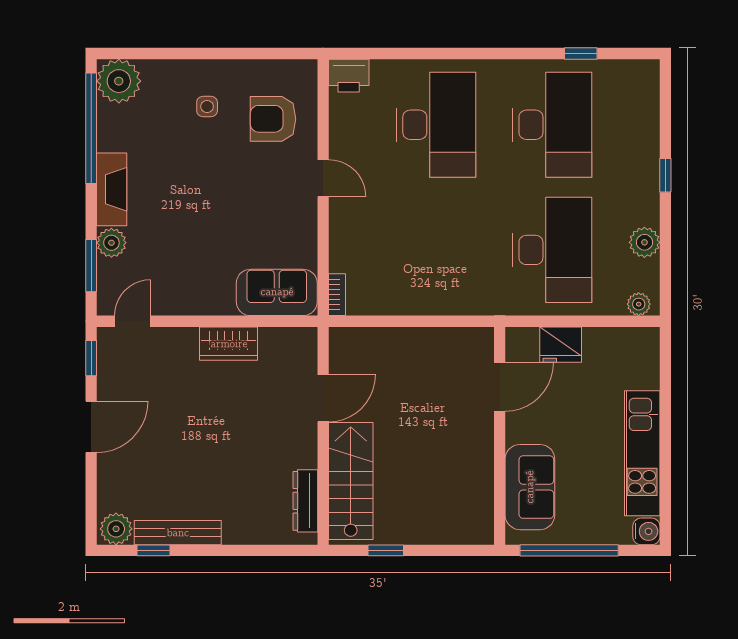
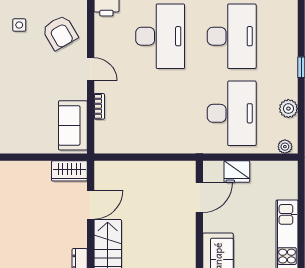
armchair: (273, 119) -> (60, 33), turned -120
sofa: (277, 292) -> (73, 125), moved, turned -90
bookcase: (337, 295) -> (99, 106), moved
wardrobe: (229, 344) -> (69, 171), moved

